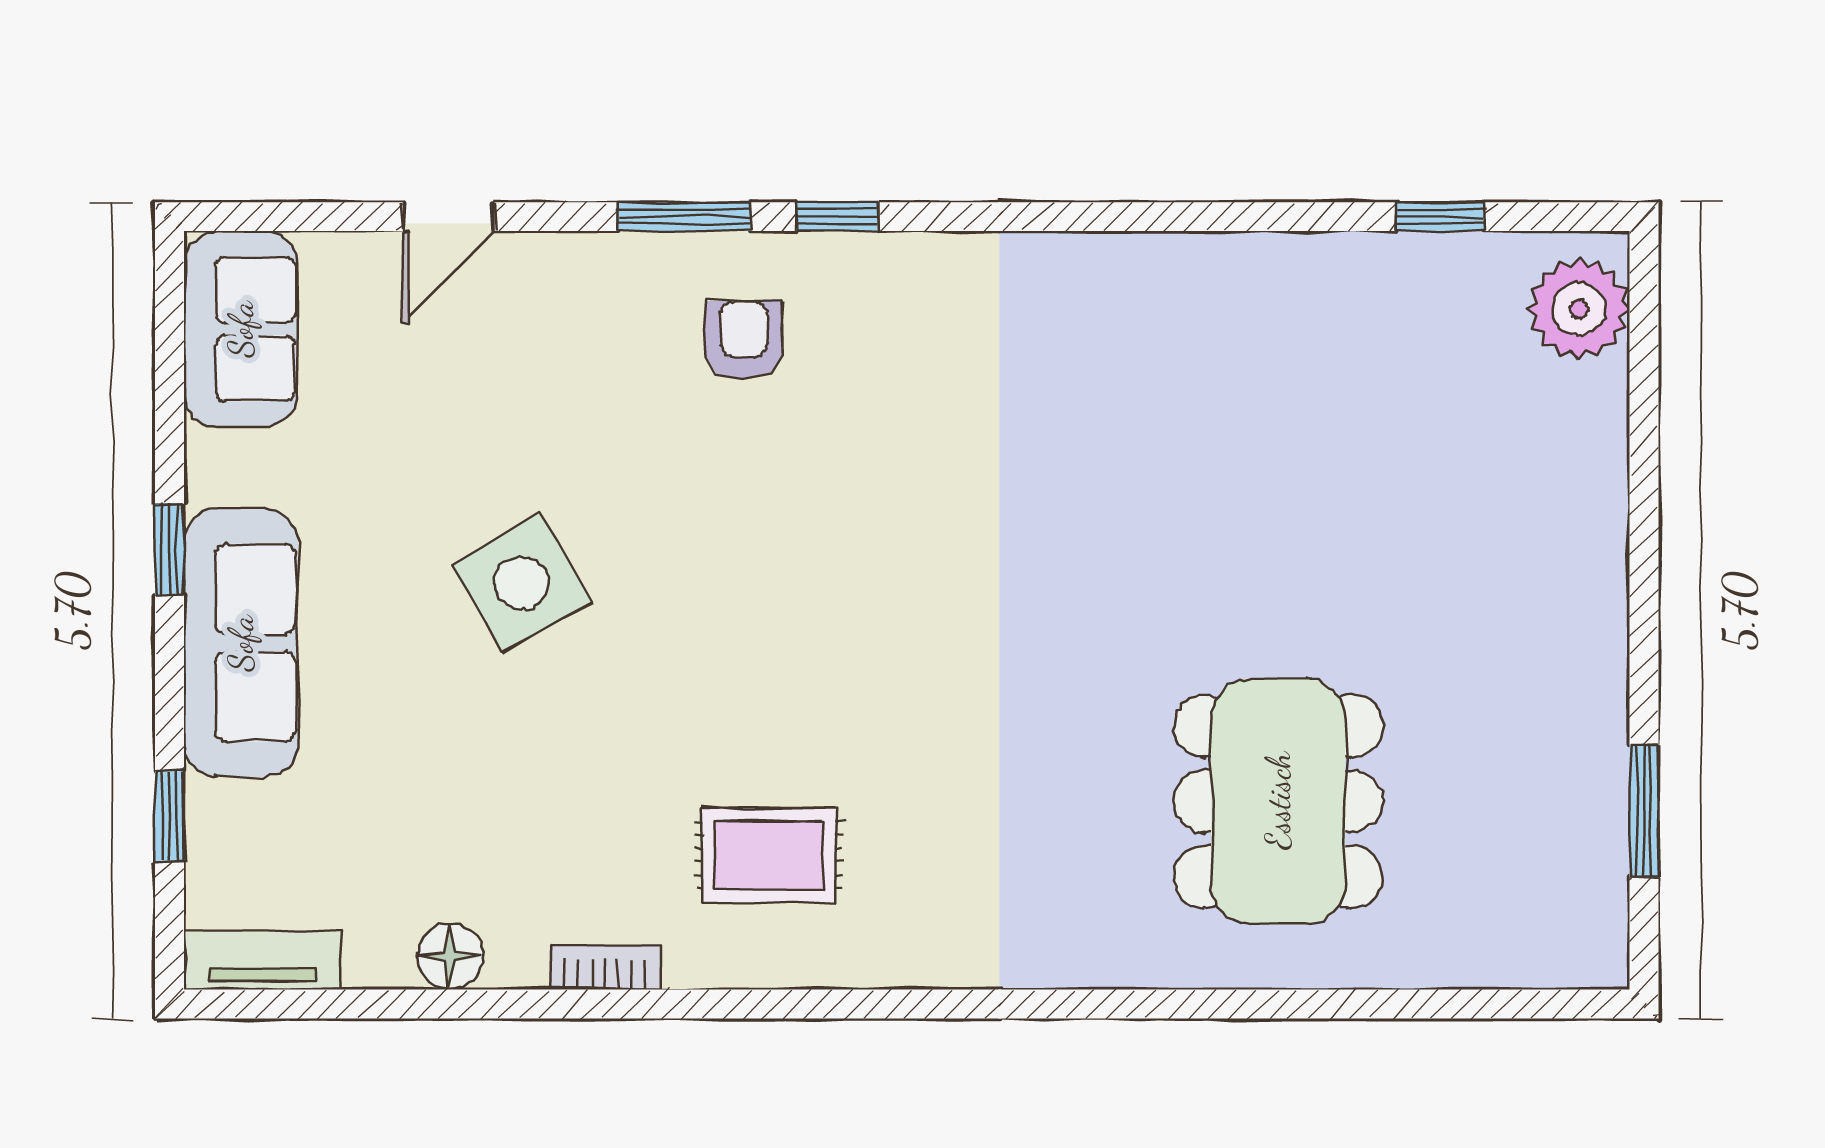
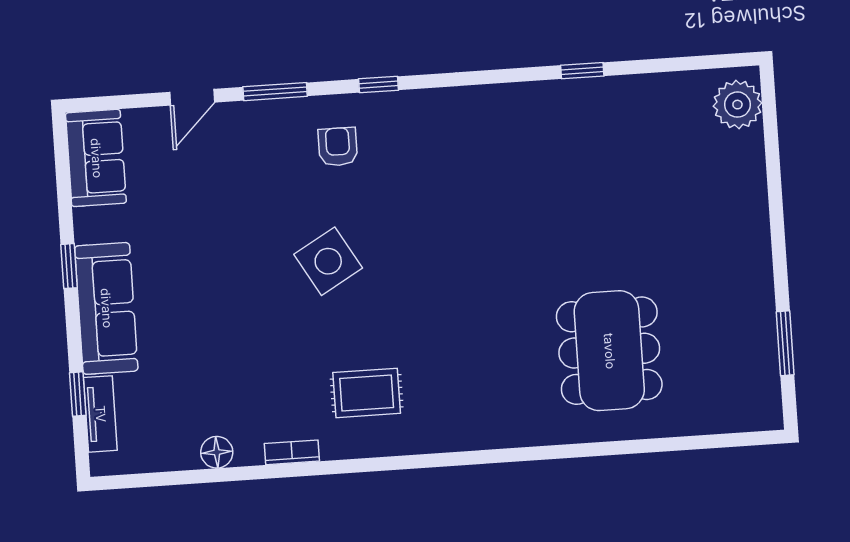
window: (684, 217) -> (275, 92), moved
window: (1440, 217) -> (582, 71), moved
side table: (521, 583) -> (328, 261), moved
tv unit: (262, 960) -> (100, 414), moved, turned 90

